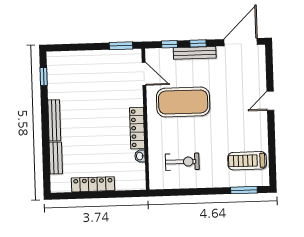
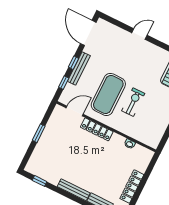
window: (121, 46) -> (39, 133), moved
door: (270, 101) -> (139, 34), swing flipped
locker: (137, 128) -> (97, 129), moved
exercise bike: (182, 162) -> (133, 102), moved

